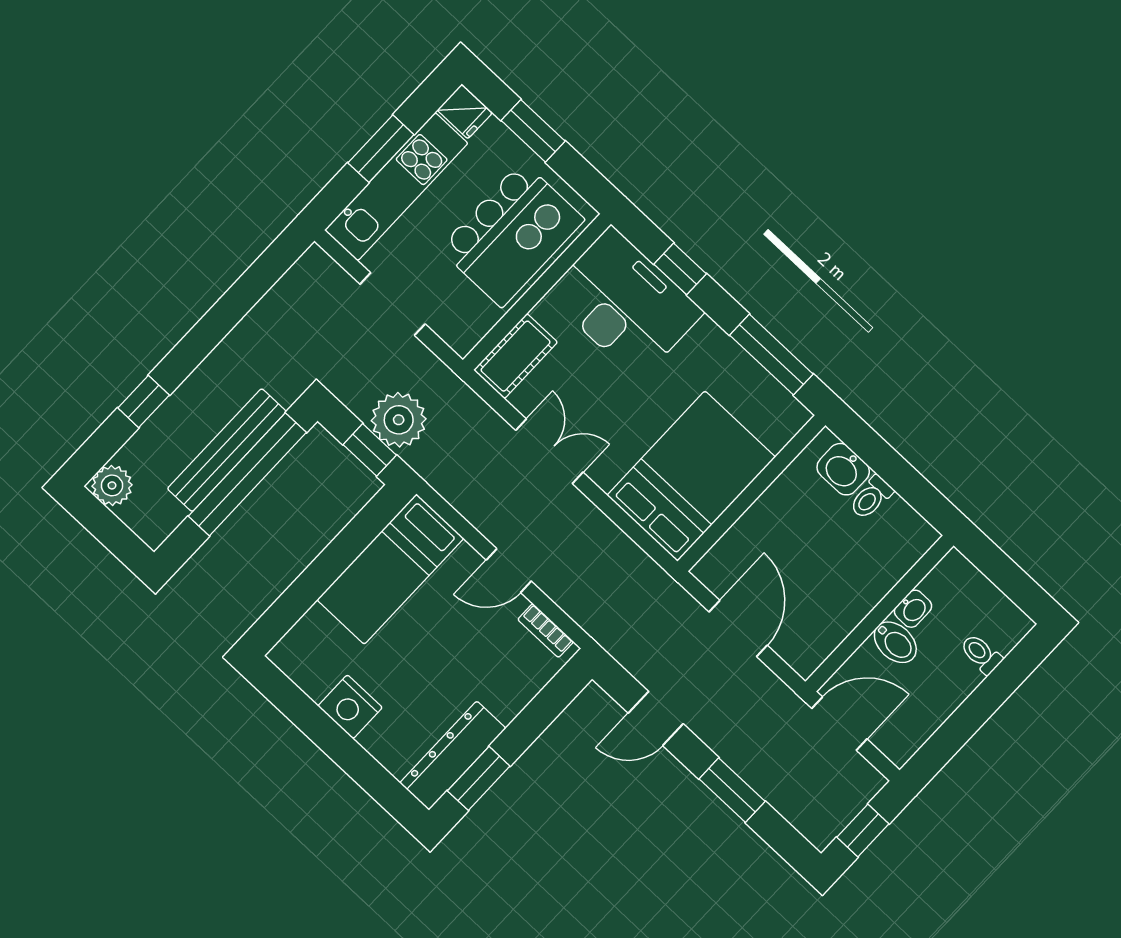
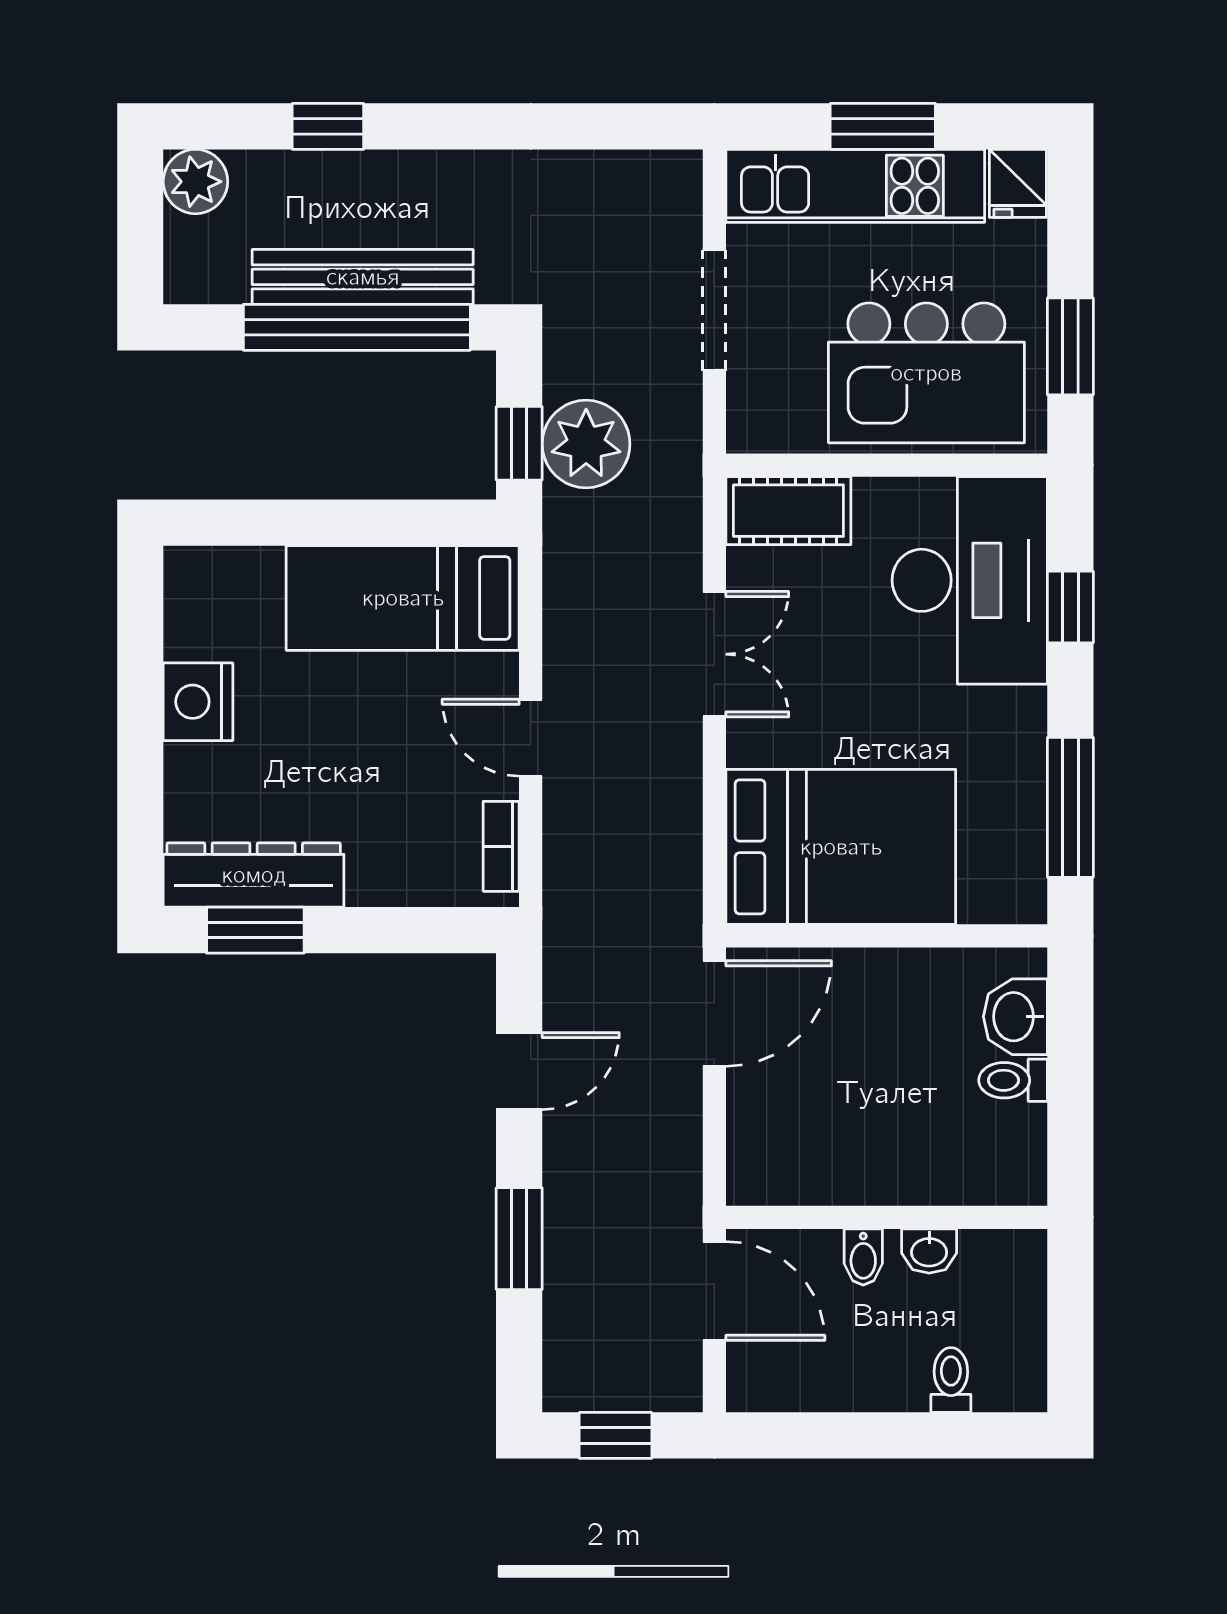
window: (533, 131) -> (1070, 346), moved
door: (738, 629) -> (714, 1014), moved
bidet: (895, 642) -> (863, 1257), width x0.72, depth x0.74
door: (656, 718) -> (519, 1071), swing flipped

